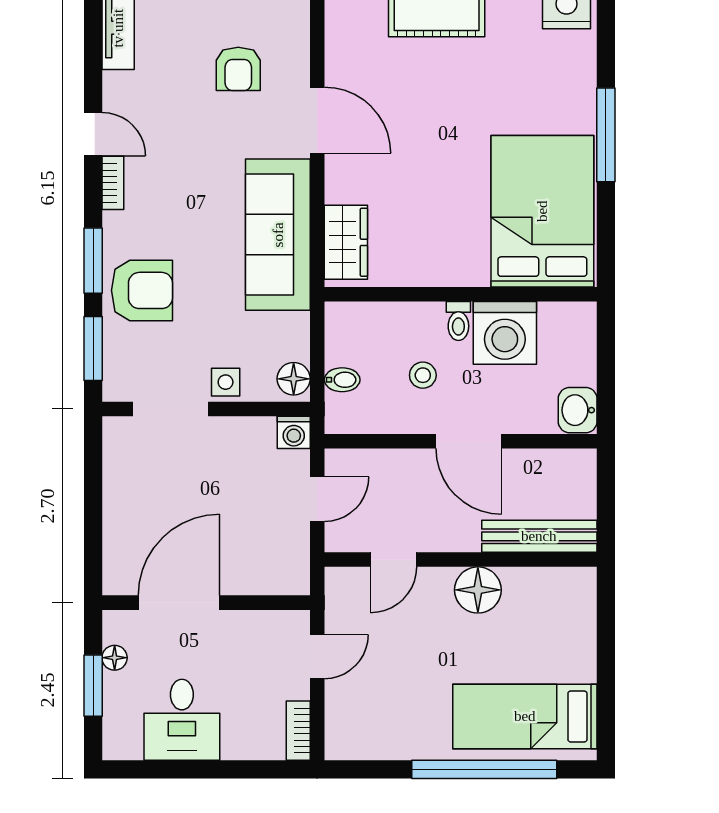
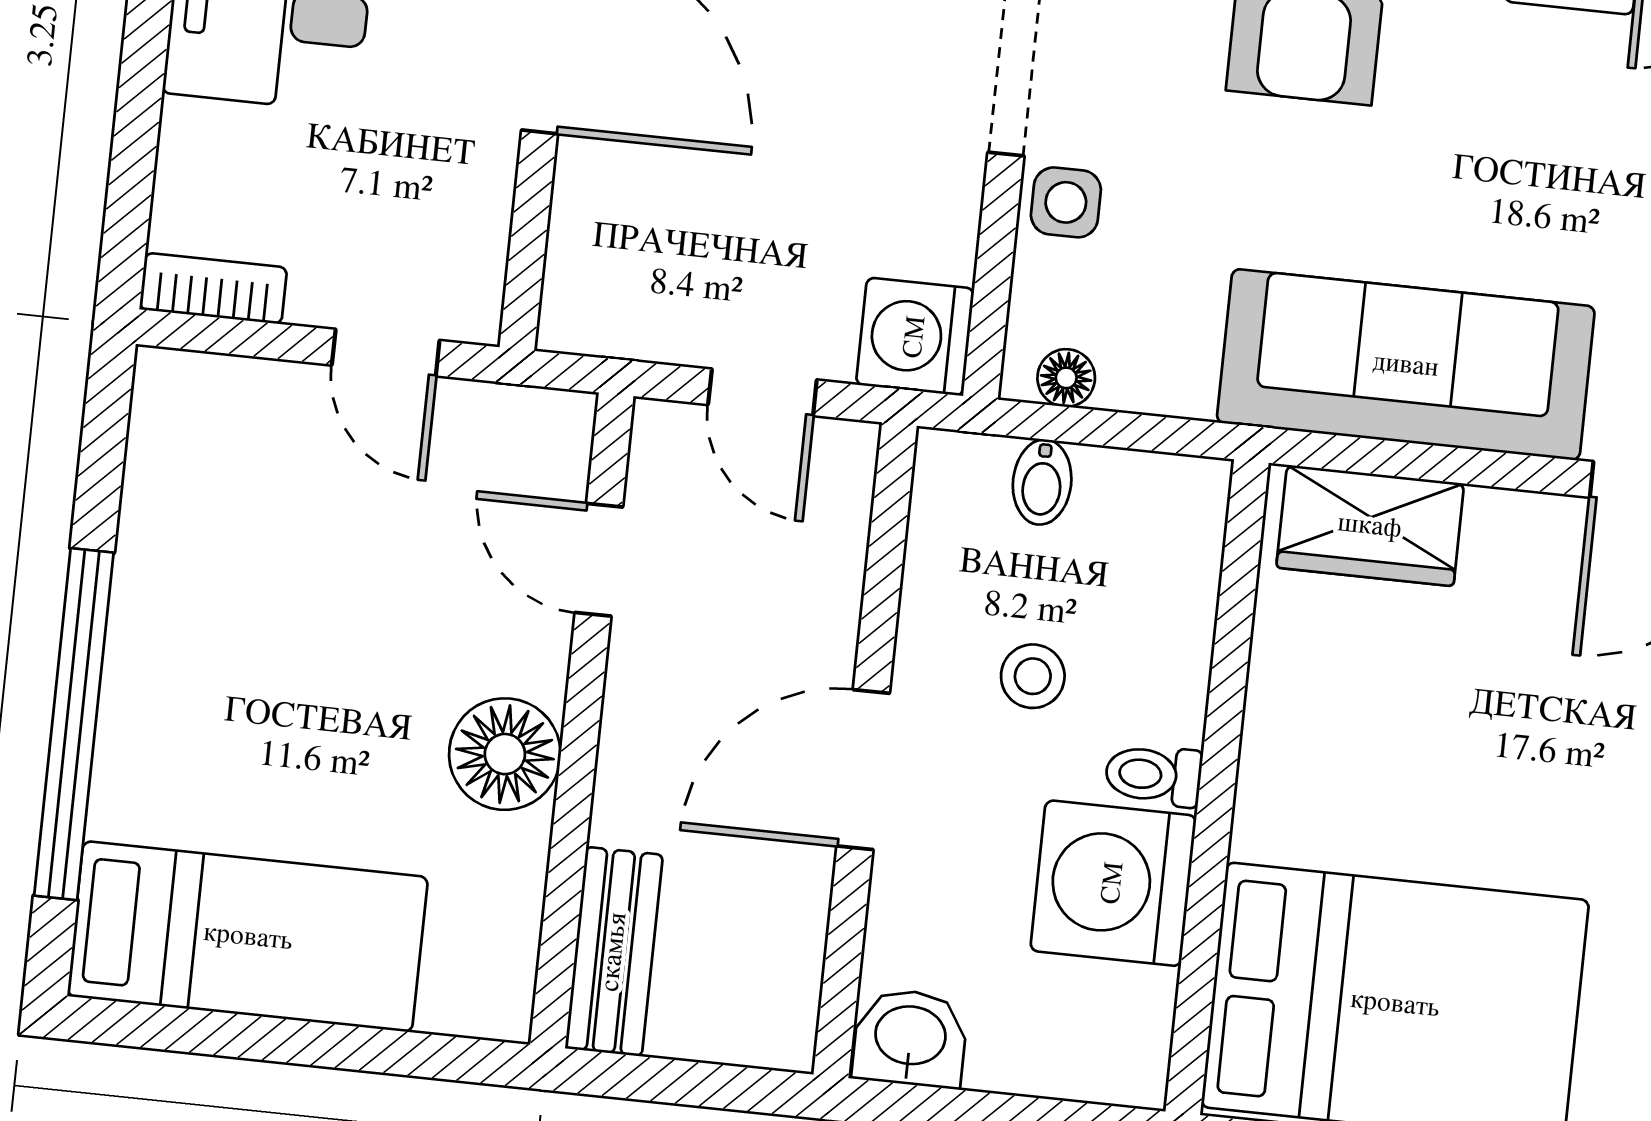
floor lamp: (294, 379) -> (1066, 378), width x0.73, depth x0.73
washing machine: (294, 432) -> (915, 337), width x1.38, depth x1.38
bench: (539, 536) -> (614, 952), width x0.73
bed: (525, 716) -> (248, 937), moved, turned 90

